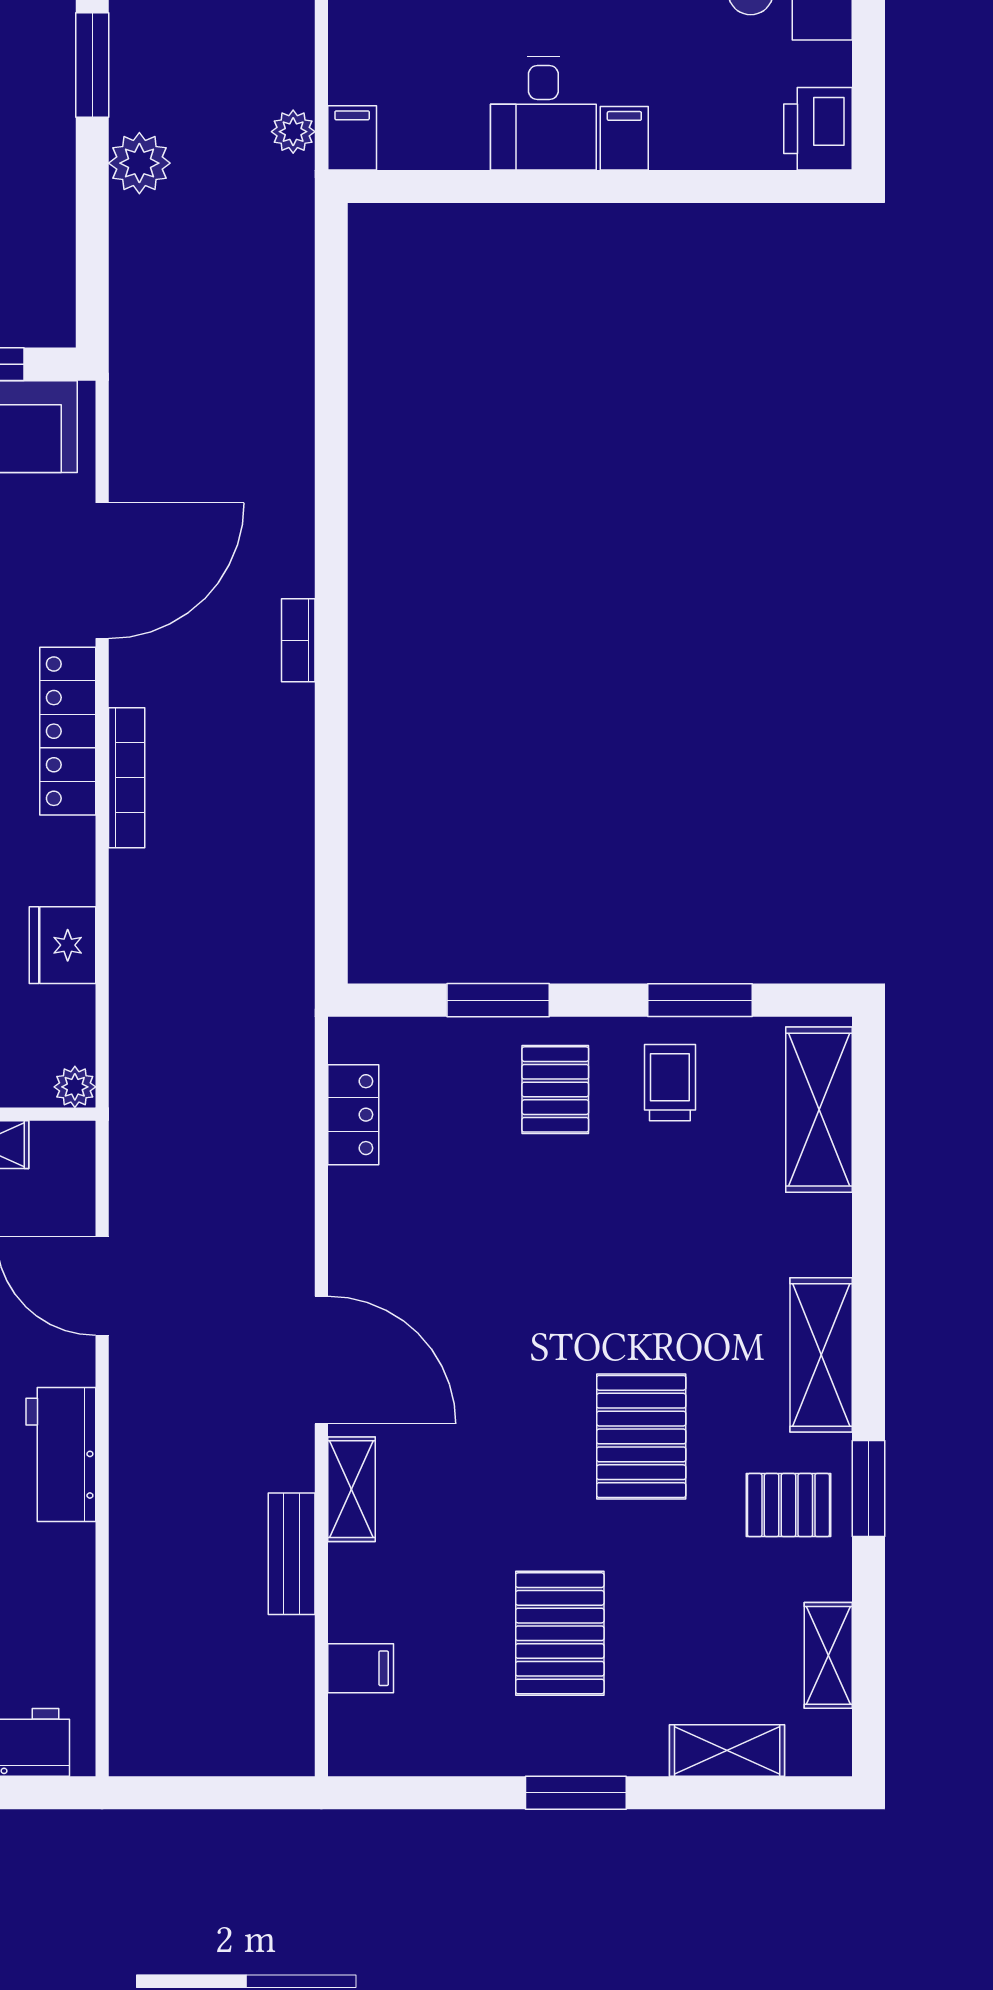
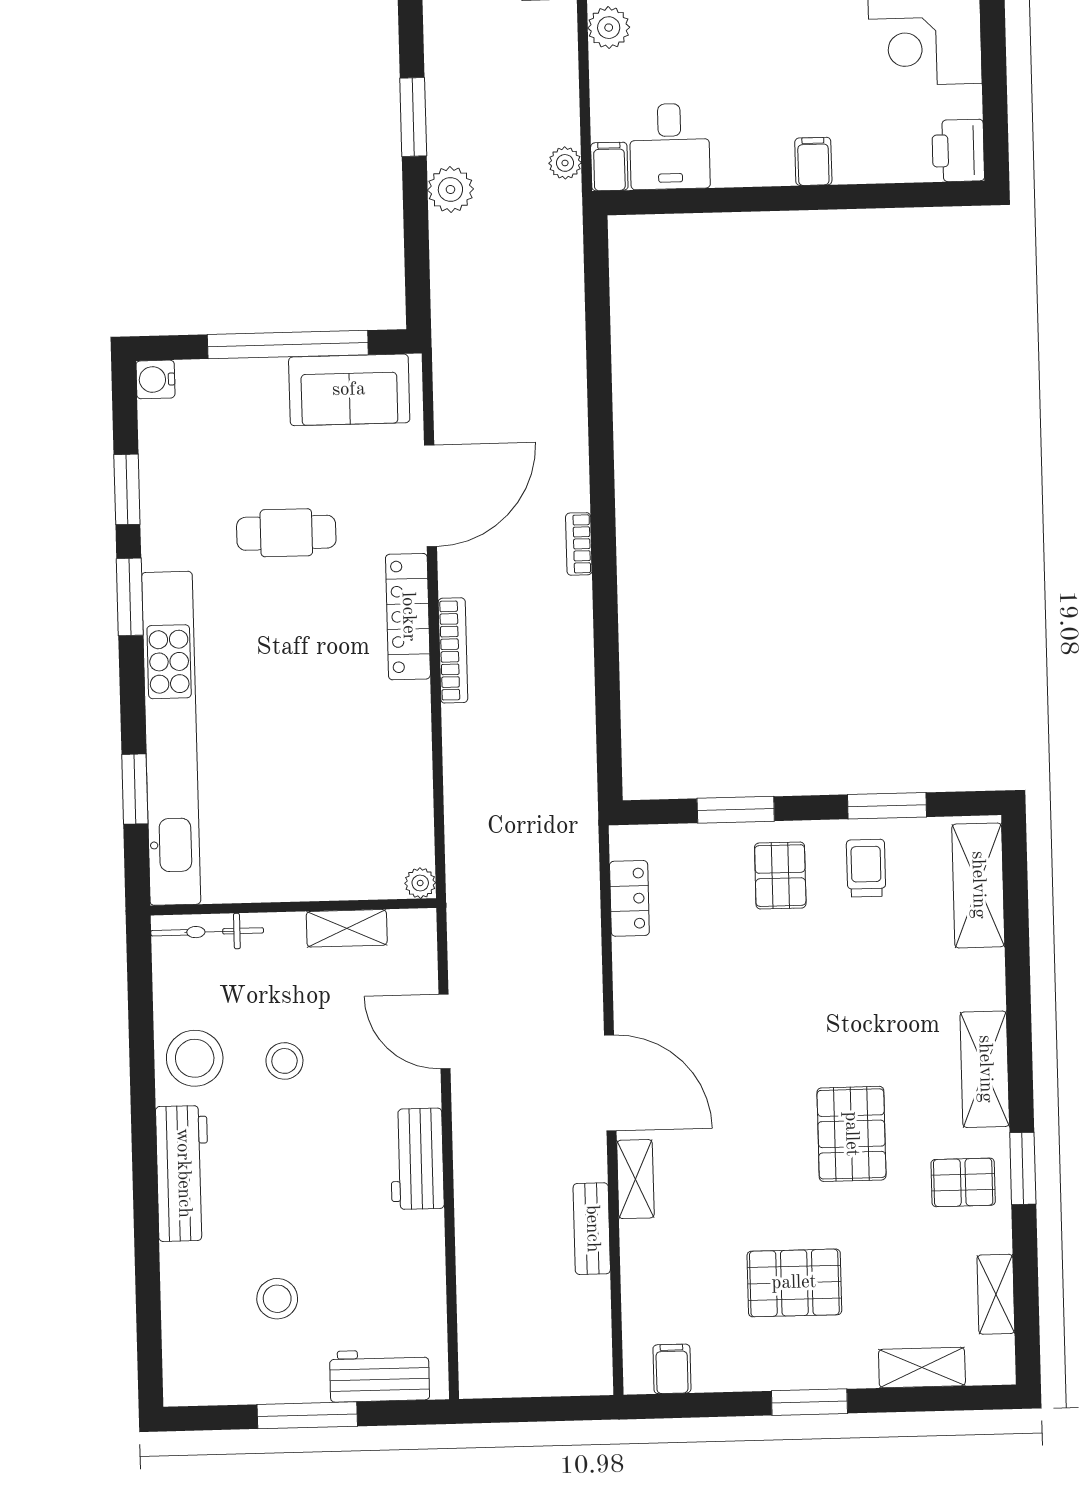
desk: (543, 113) -> (670, 146), moved
fridge: (62, 945) -> (408, 777), removed
pallet: (560, 1633) -> (794, 1283), turned 90
filing cabinet: (361, 1668) -> (672, 1369), moved, turned -90

